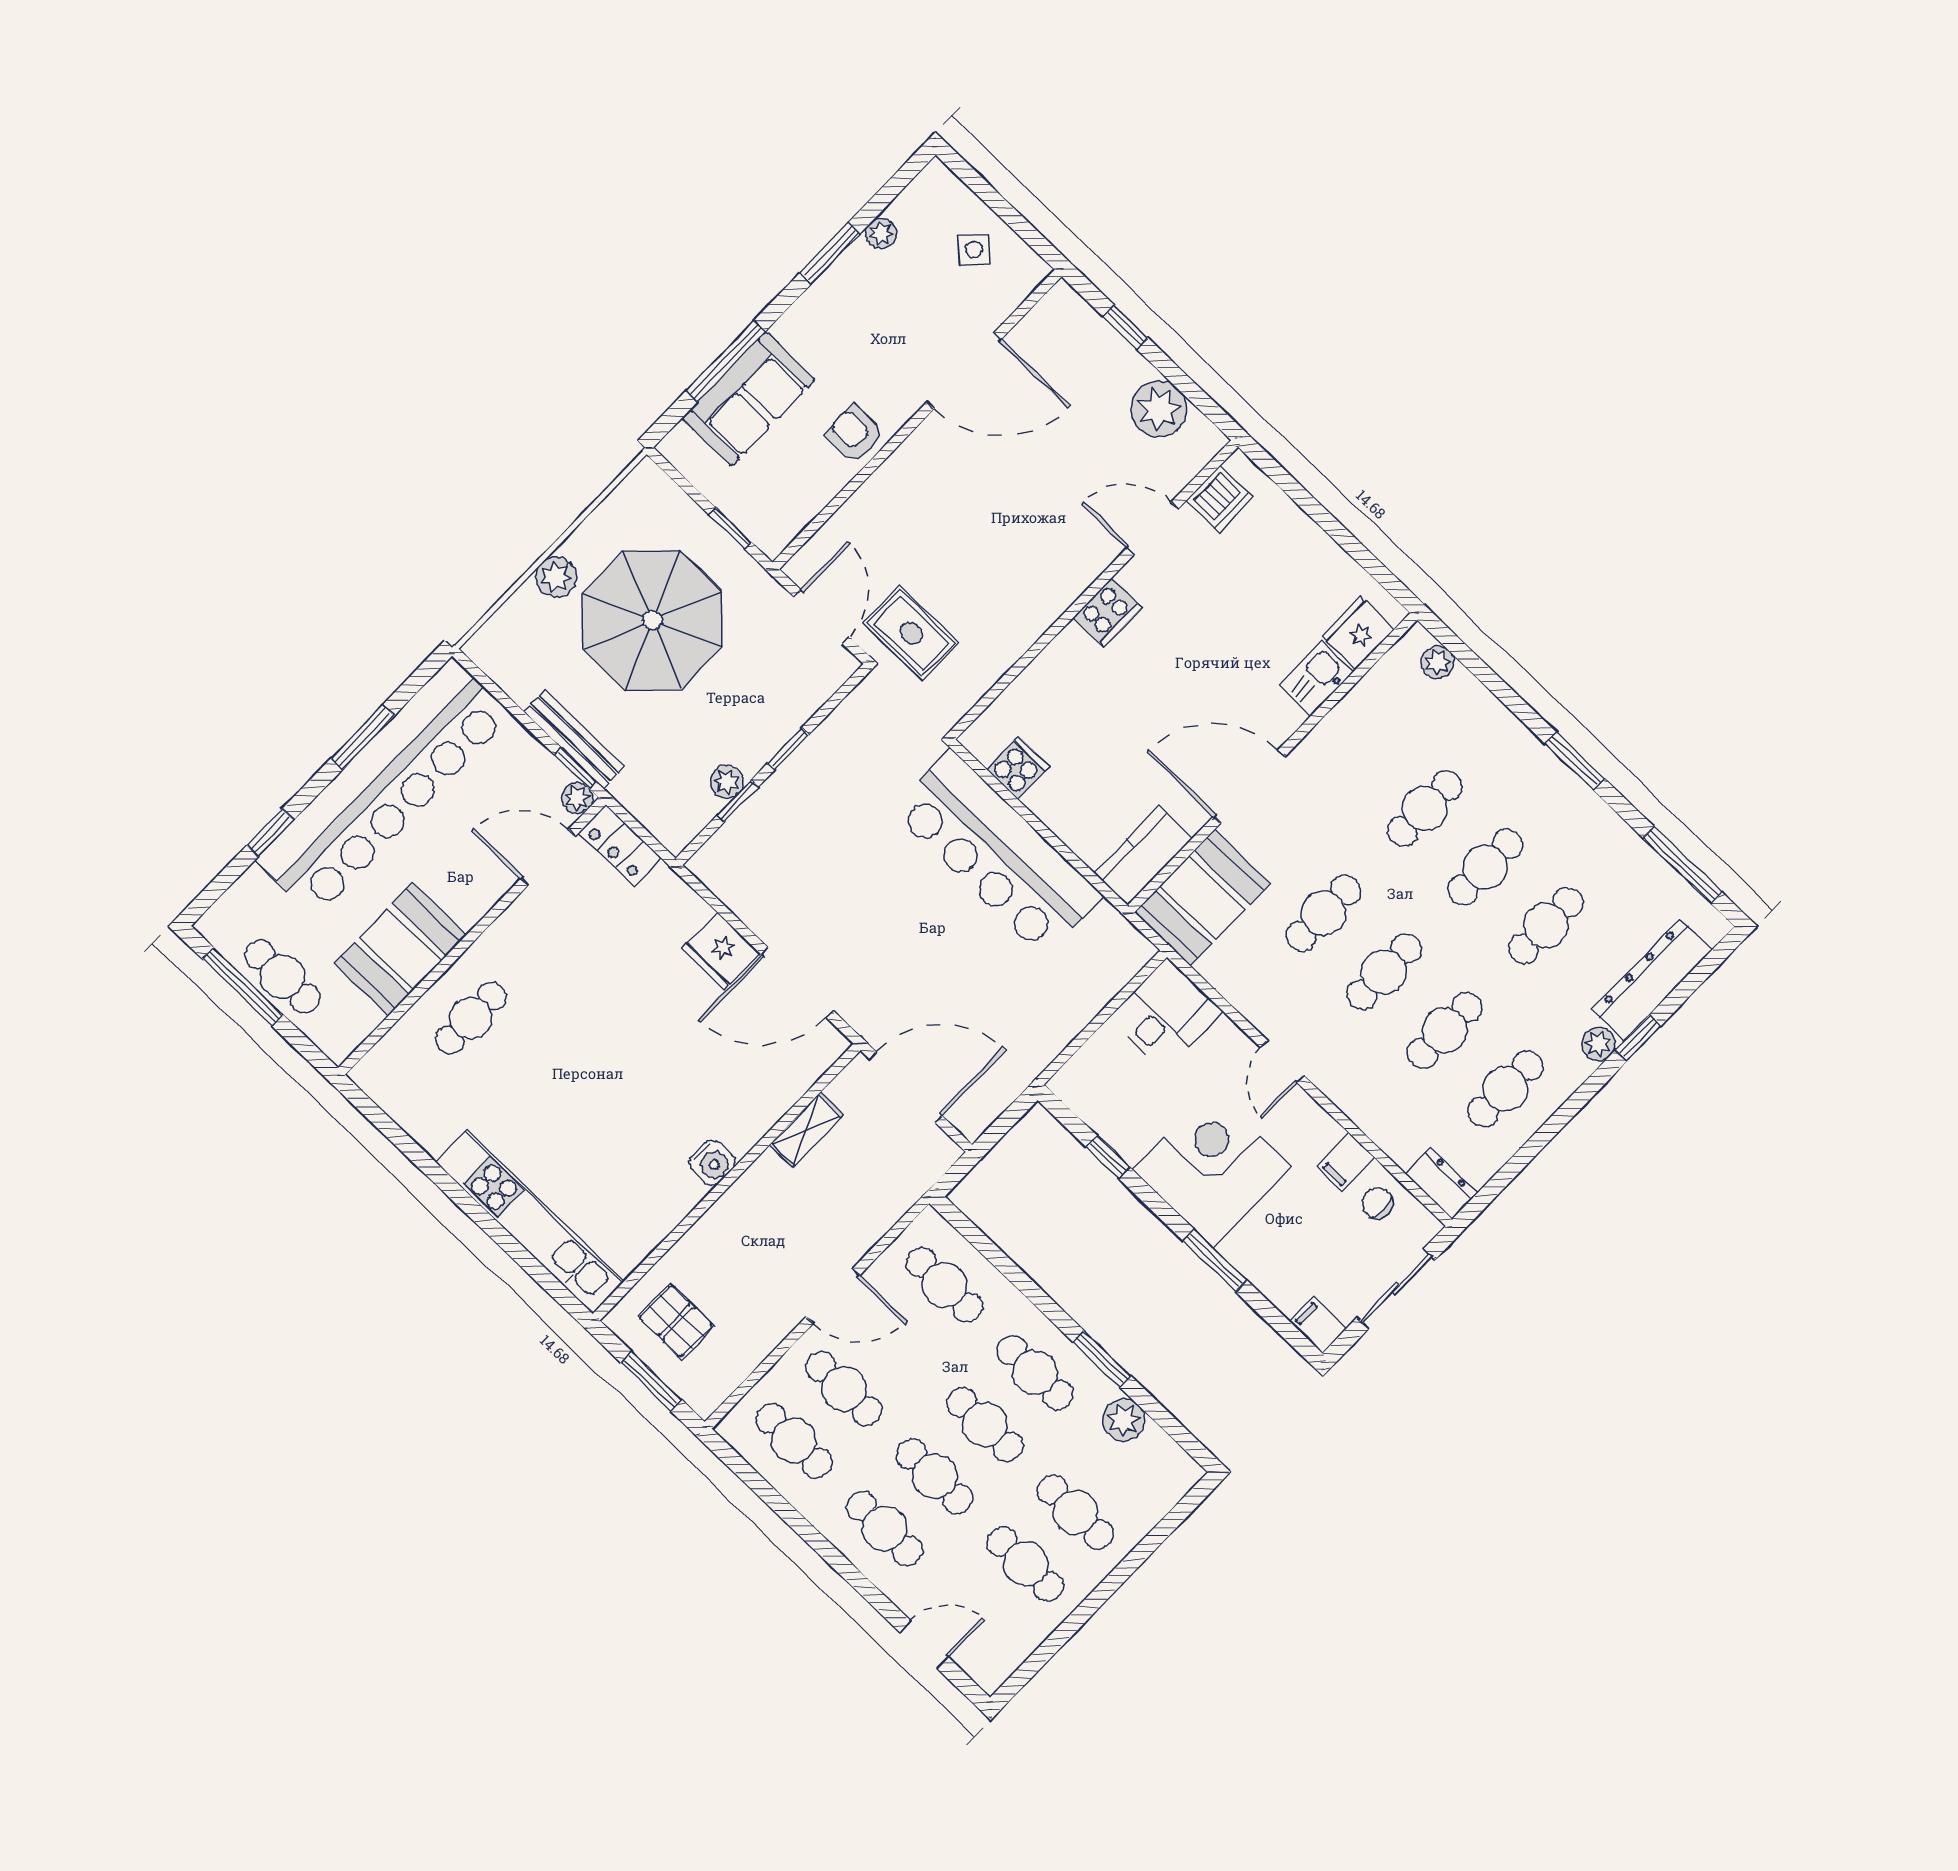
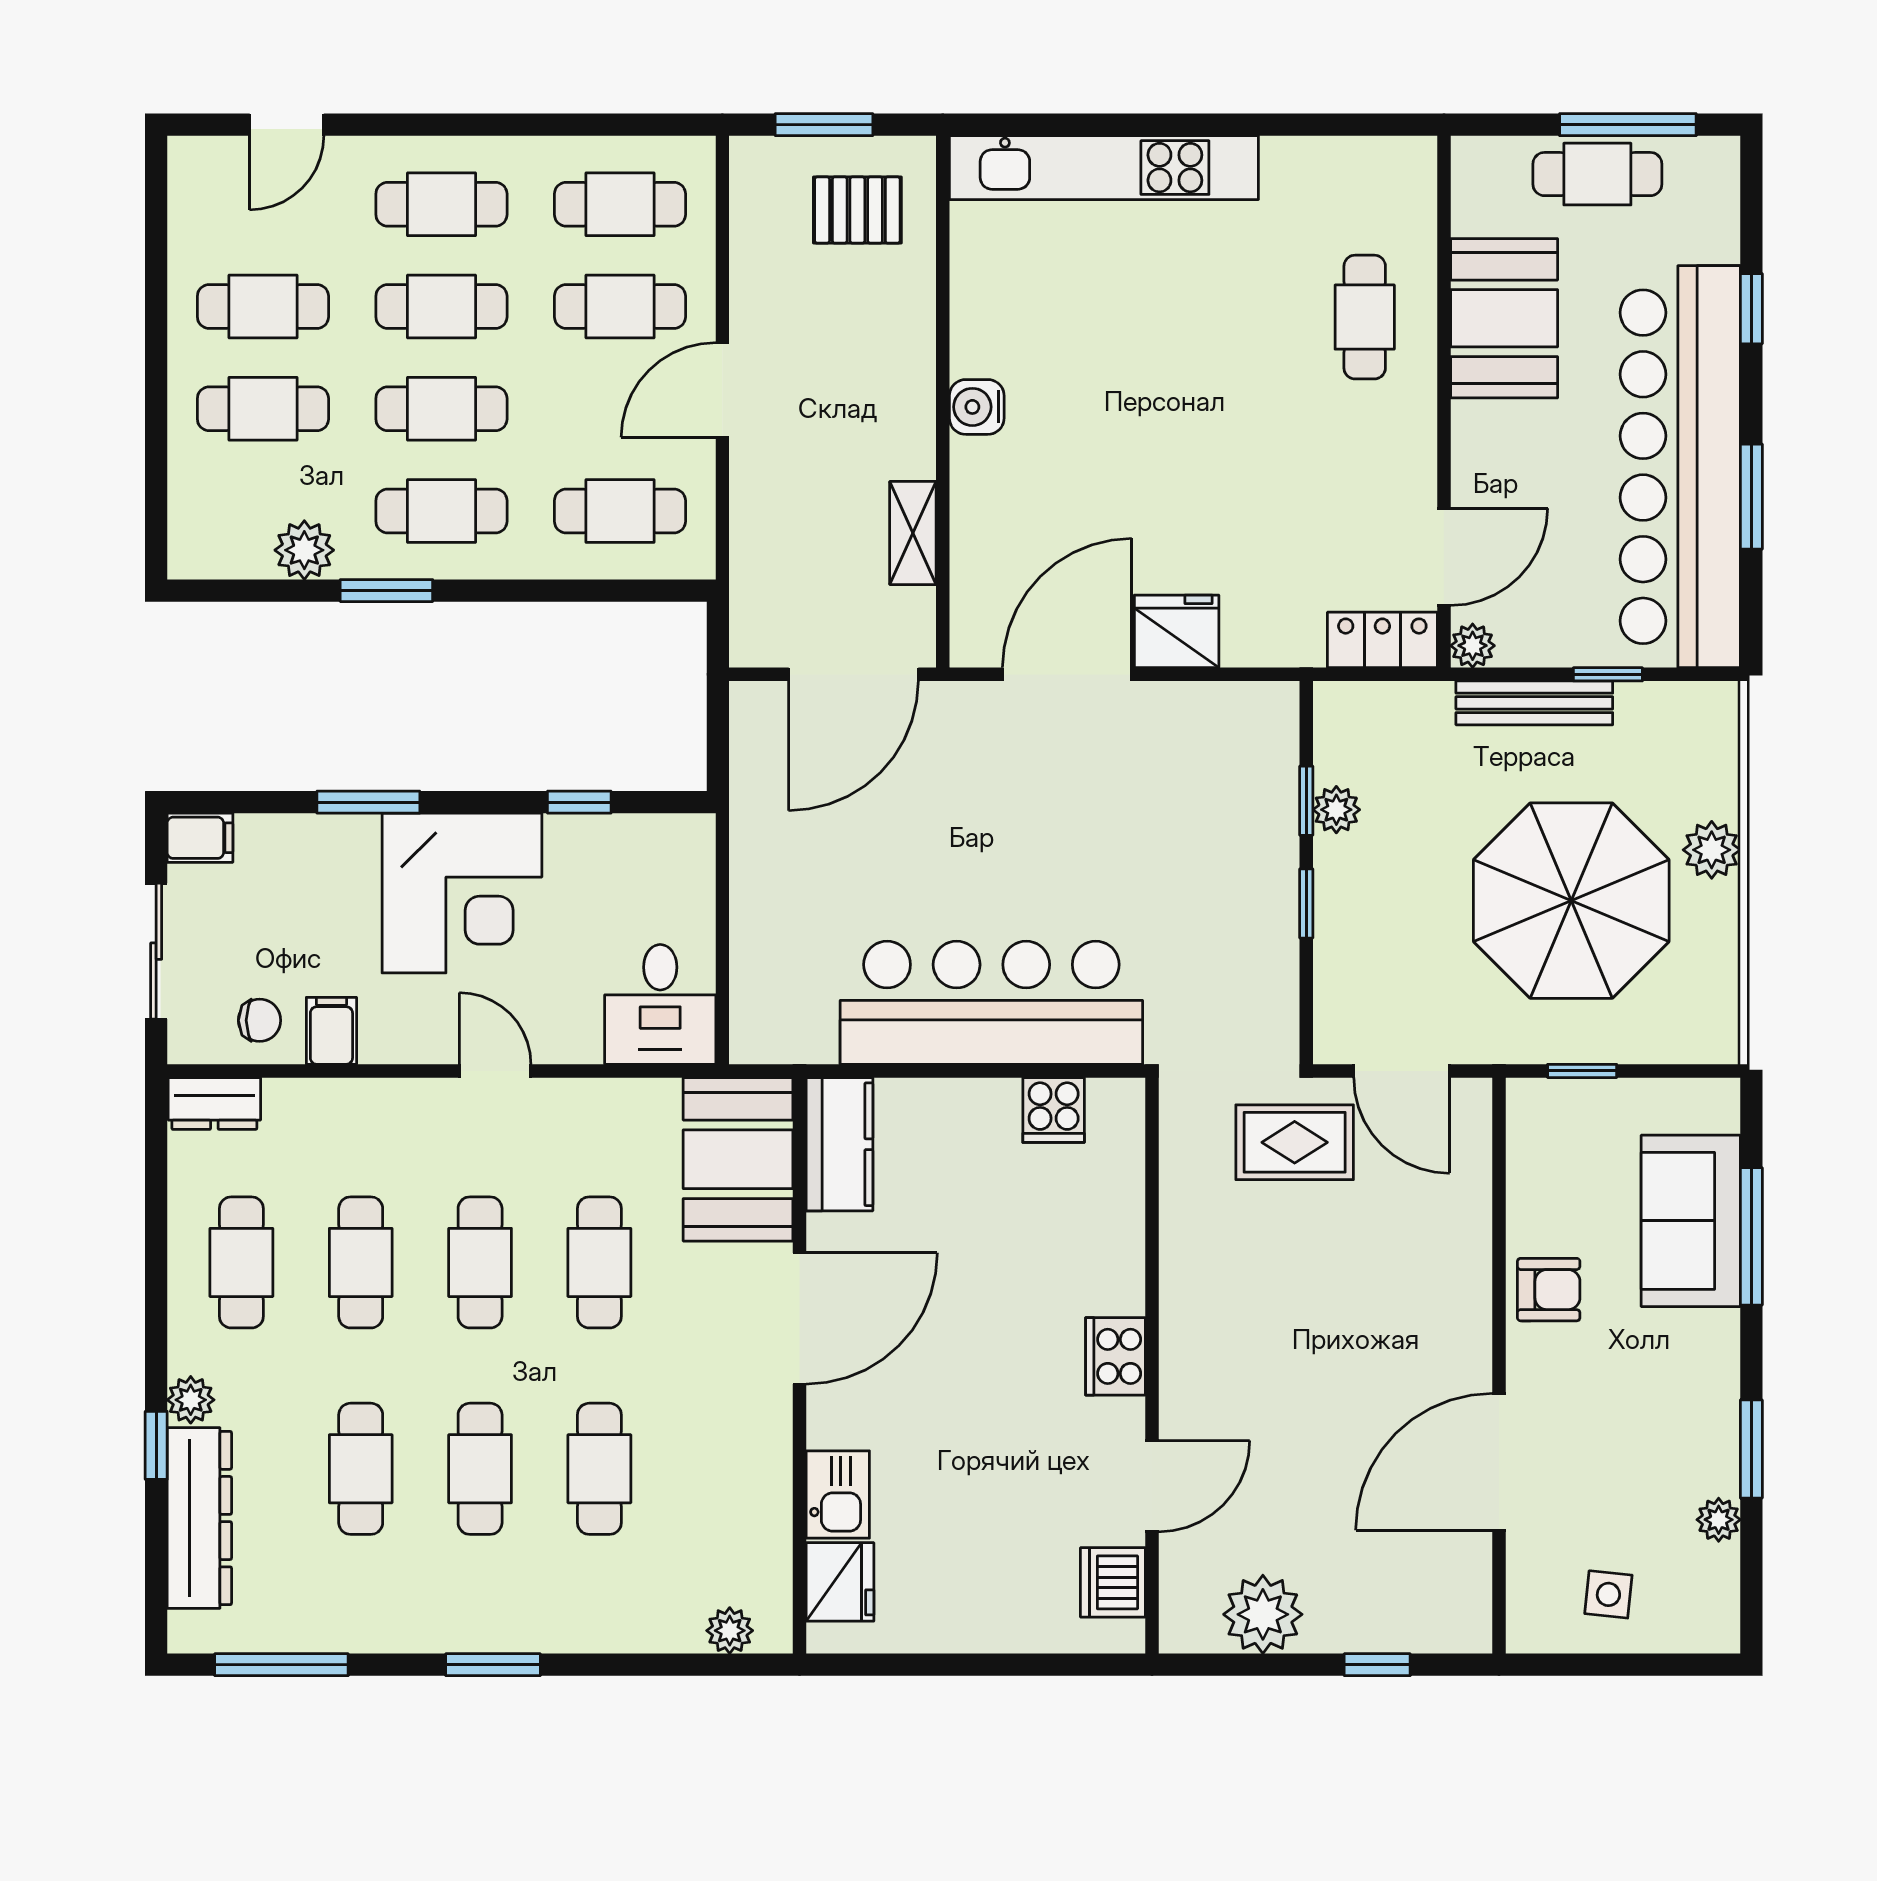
side table: (974, 250) -> (1608, 1594), turned -38
window: (575, 768) -> (1608, 674), moved

